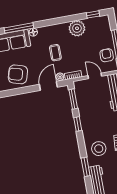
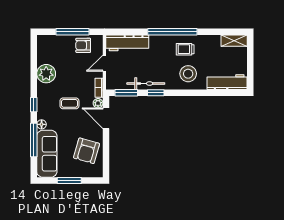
window: (93, 14) -> (34, 105), moved
bicycle: (84, 114) -> (146, 84), added
window: (86, 167) -> (206, 93), removed

